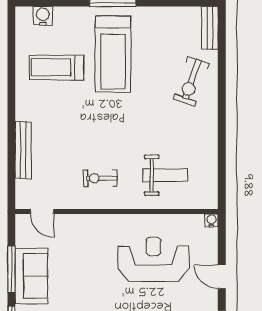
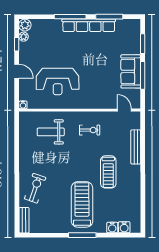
water cooler: (63, 15) -> (112, 228), added
treadmill: (56, 68) -> (108, 172), moved, turned 90

